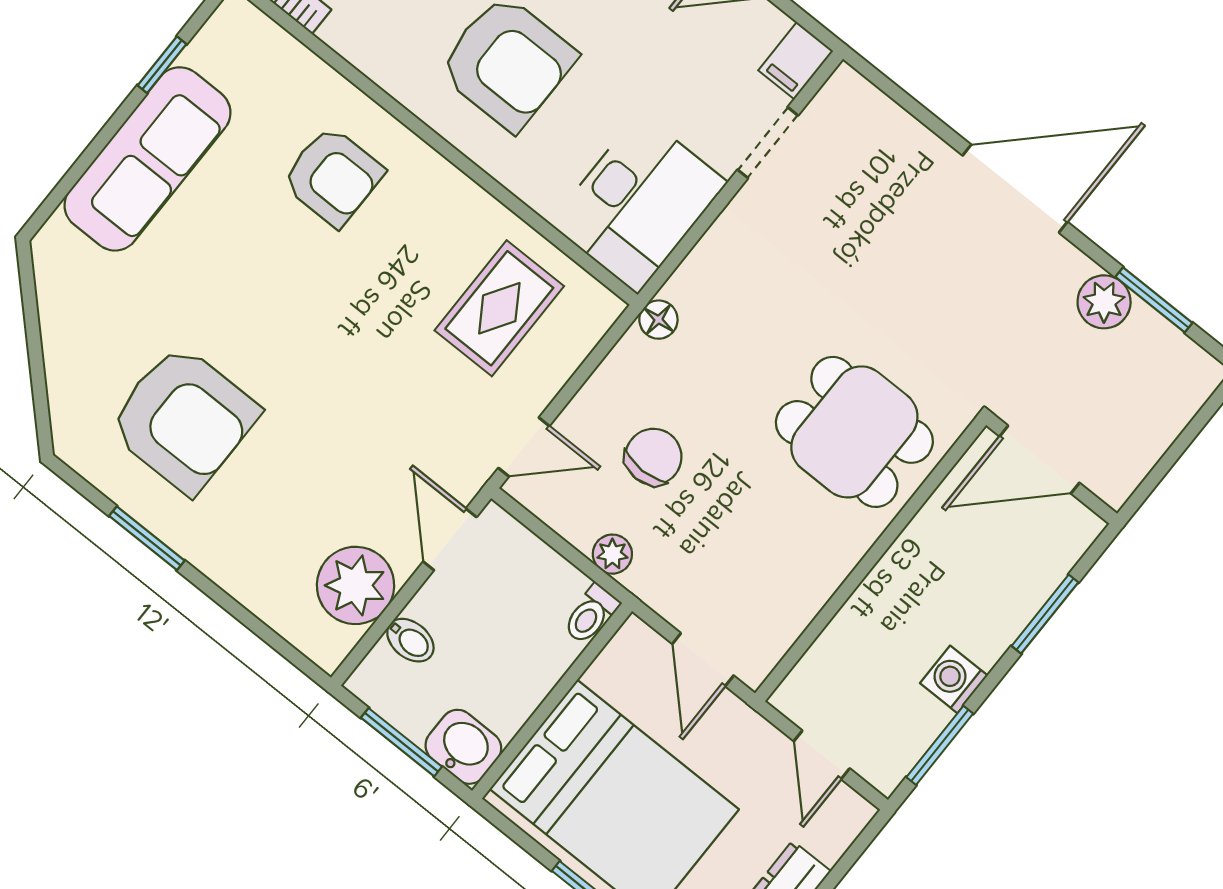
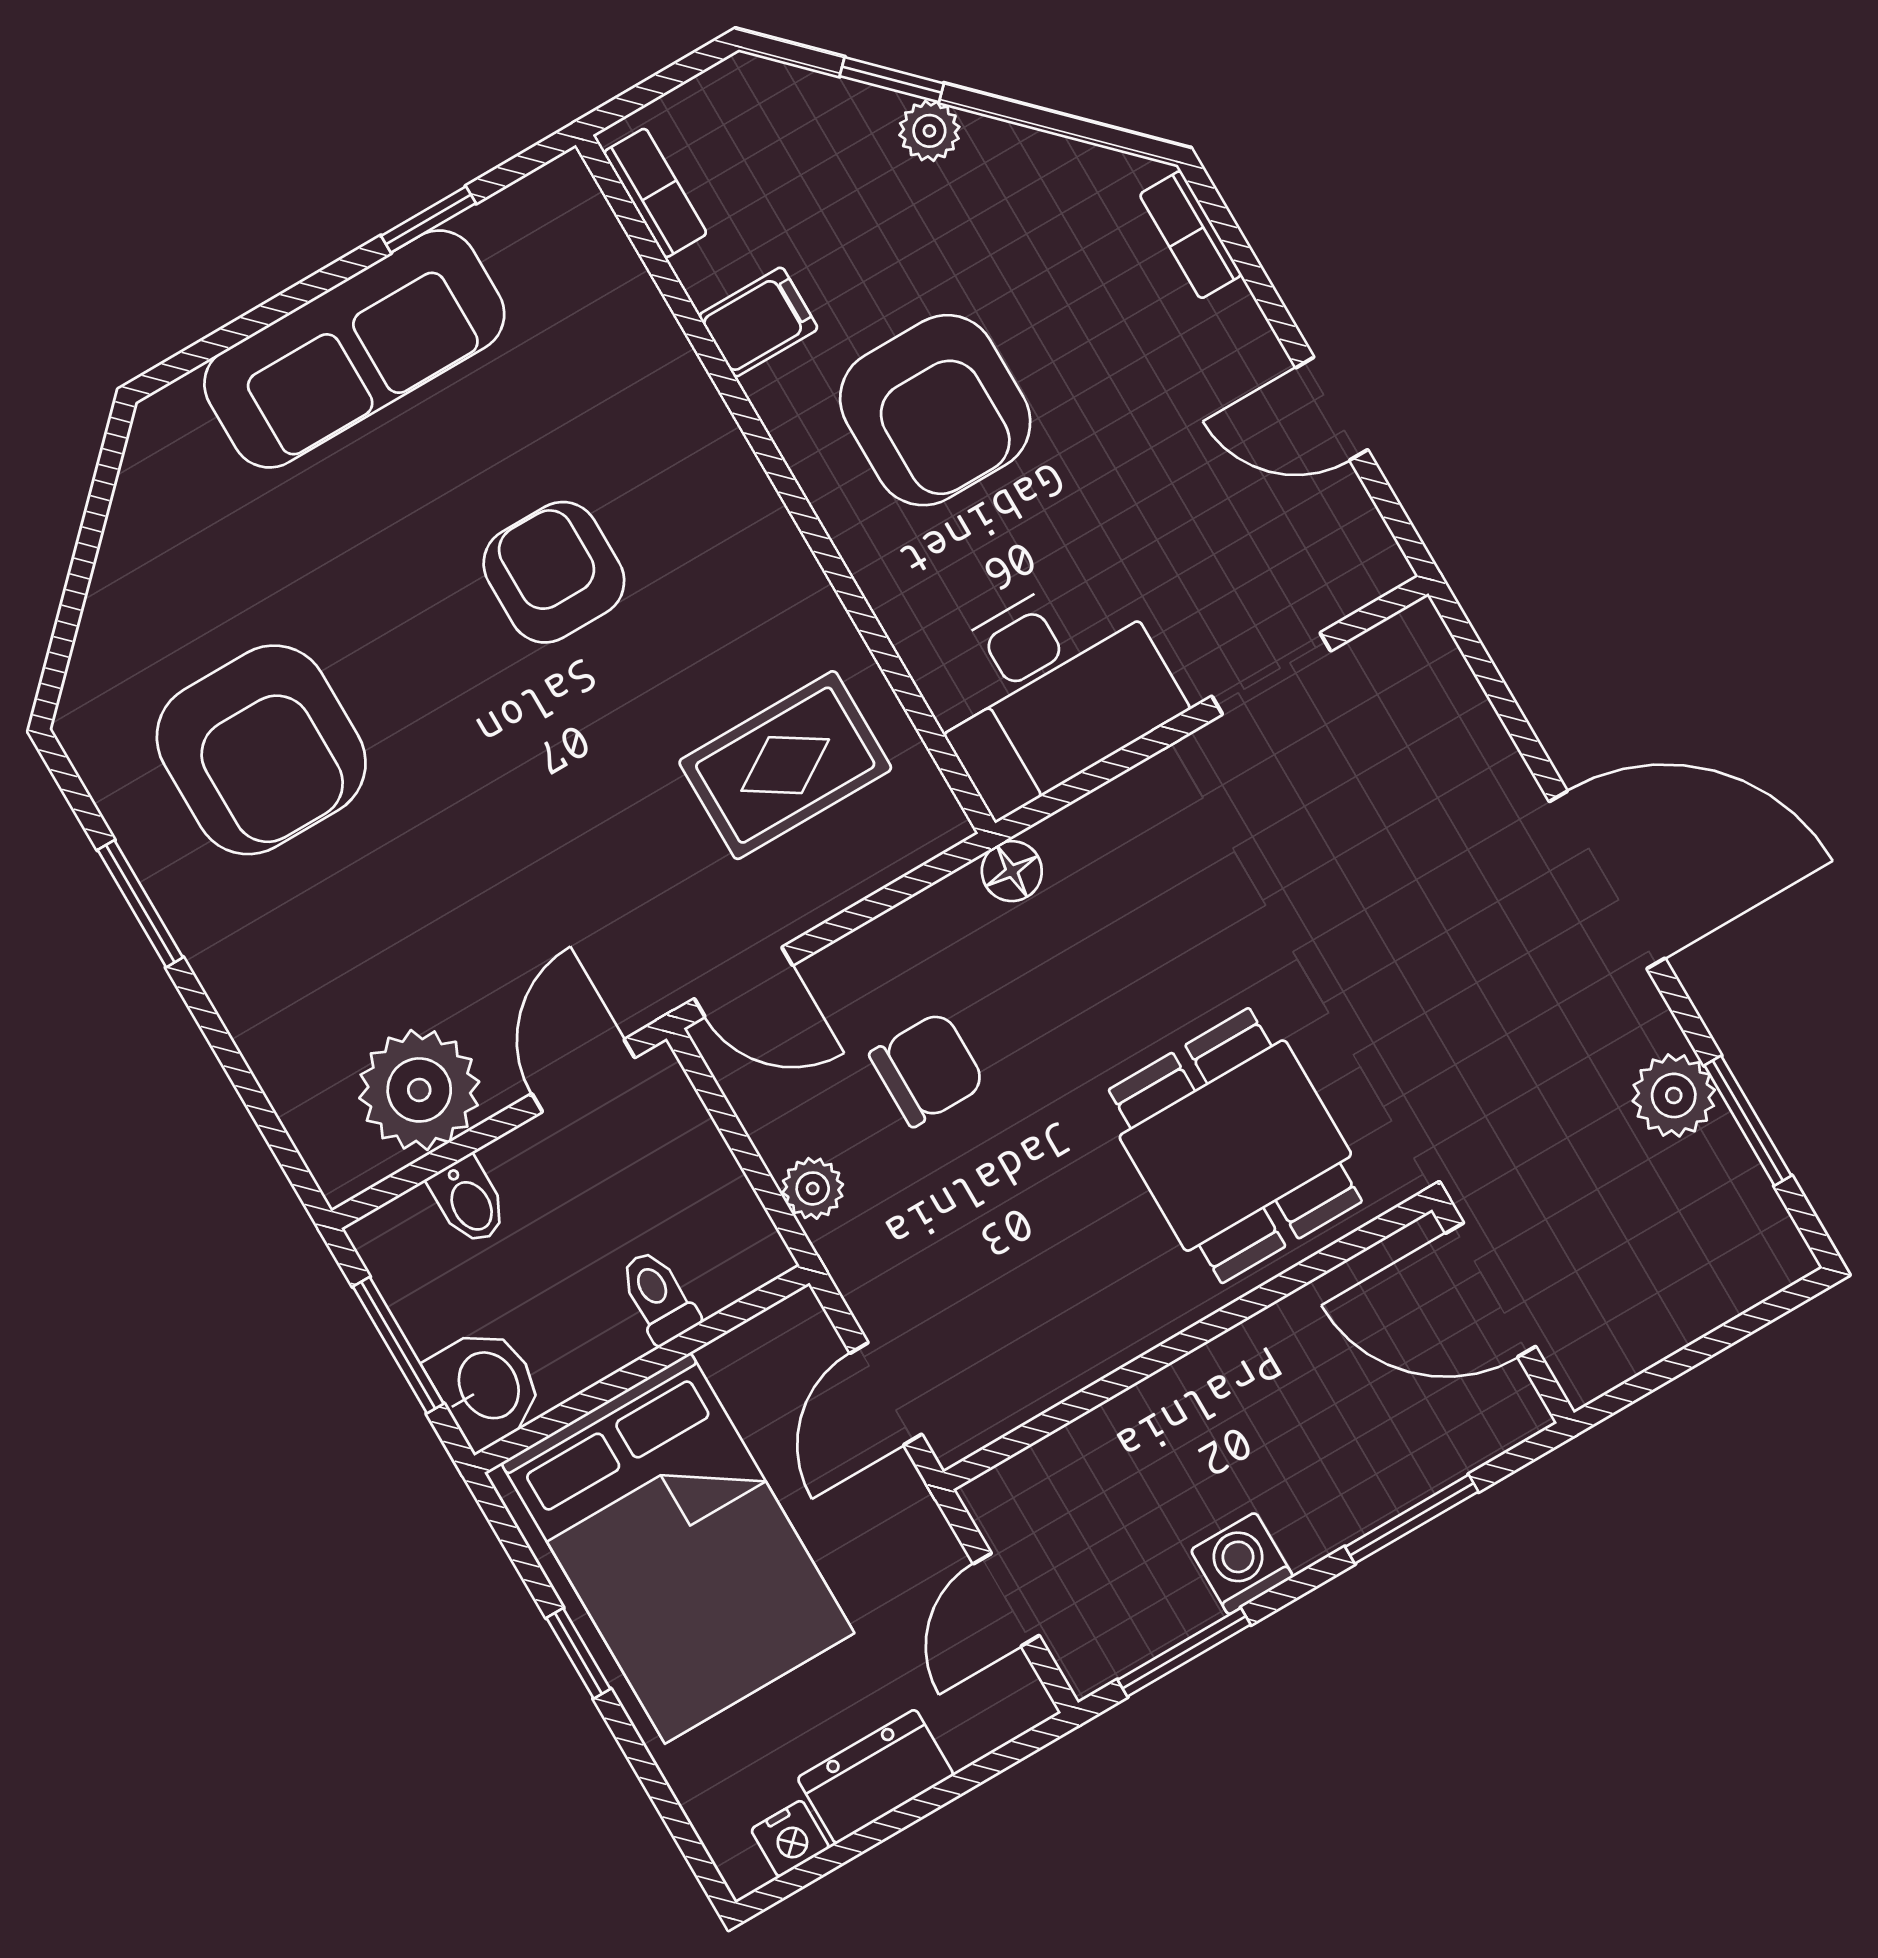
filing cabinet: (796, 61) -> (758, 322), moved, turned 180
armchair: (333, 176) -> (554, 572), moved, turned 180
toilet: (591, 614) -> (658, 1297), moved, turned 90

